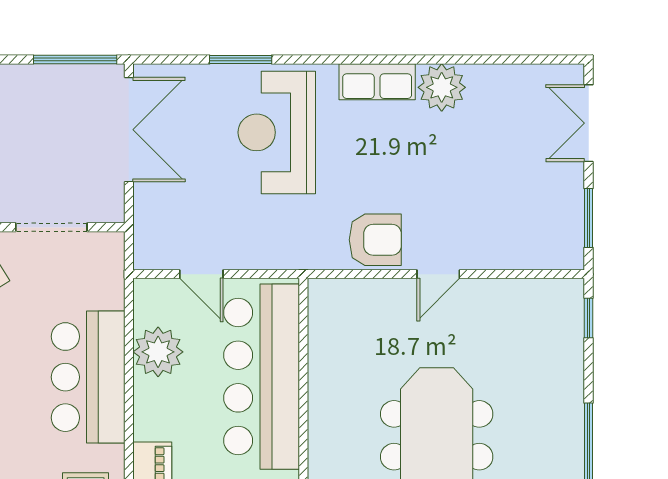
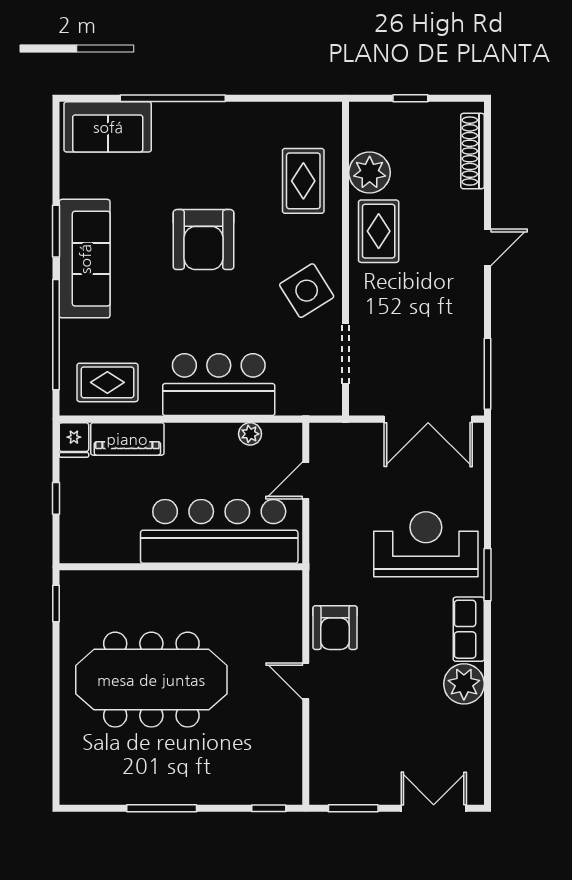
window: (241, 60) -> (488, 575), moved
plant: (158, 352) -> (250, 434), width x0.53, depth x0.53

